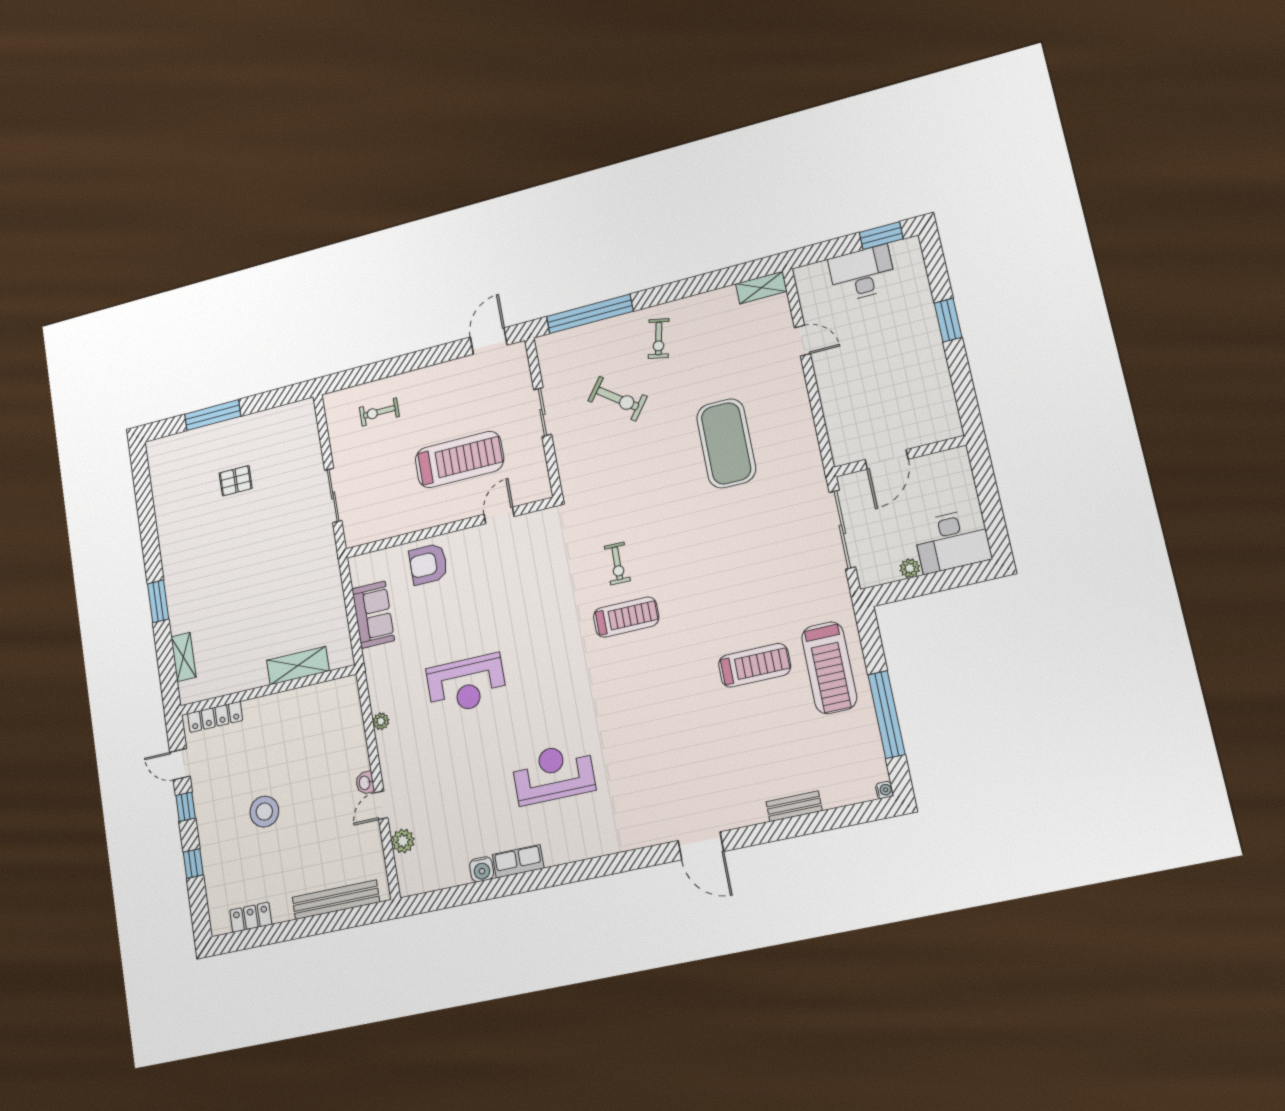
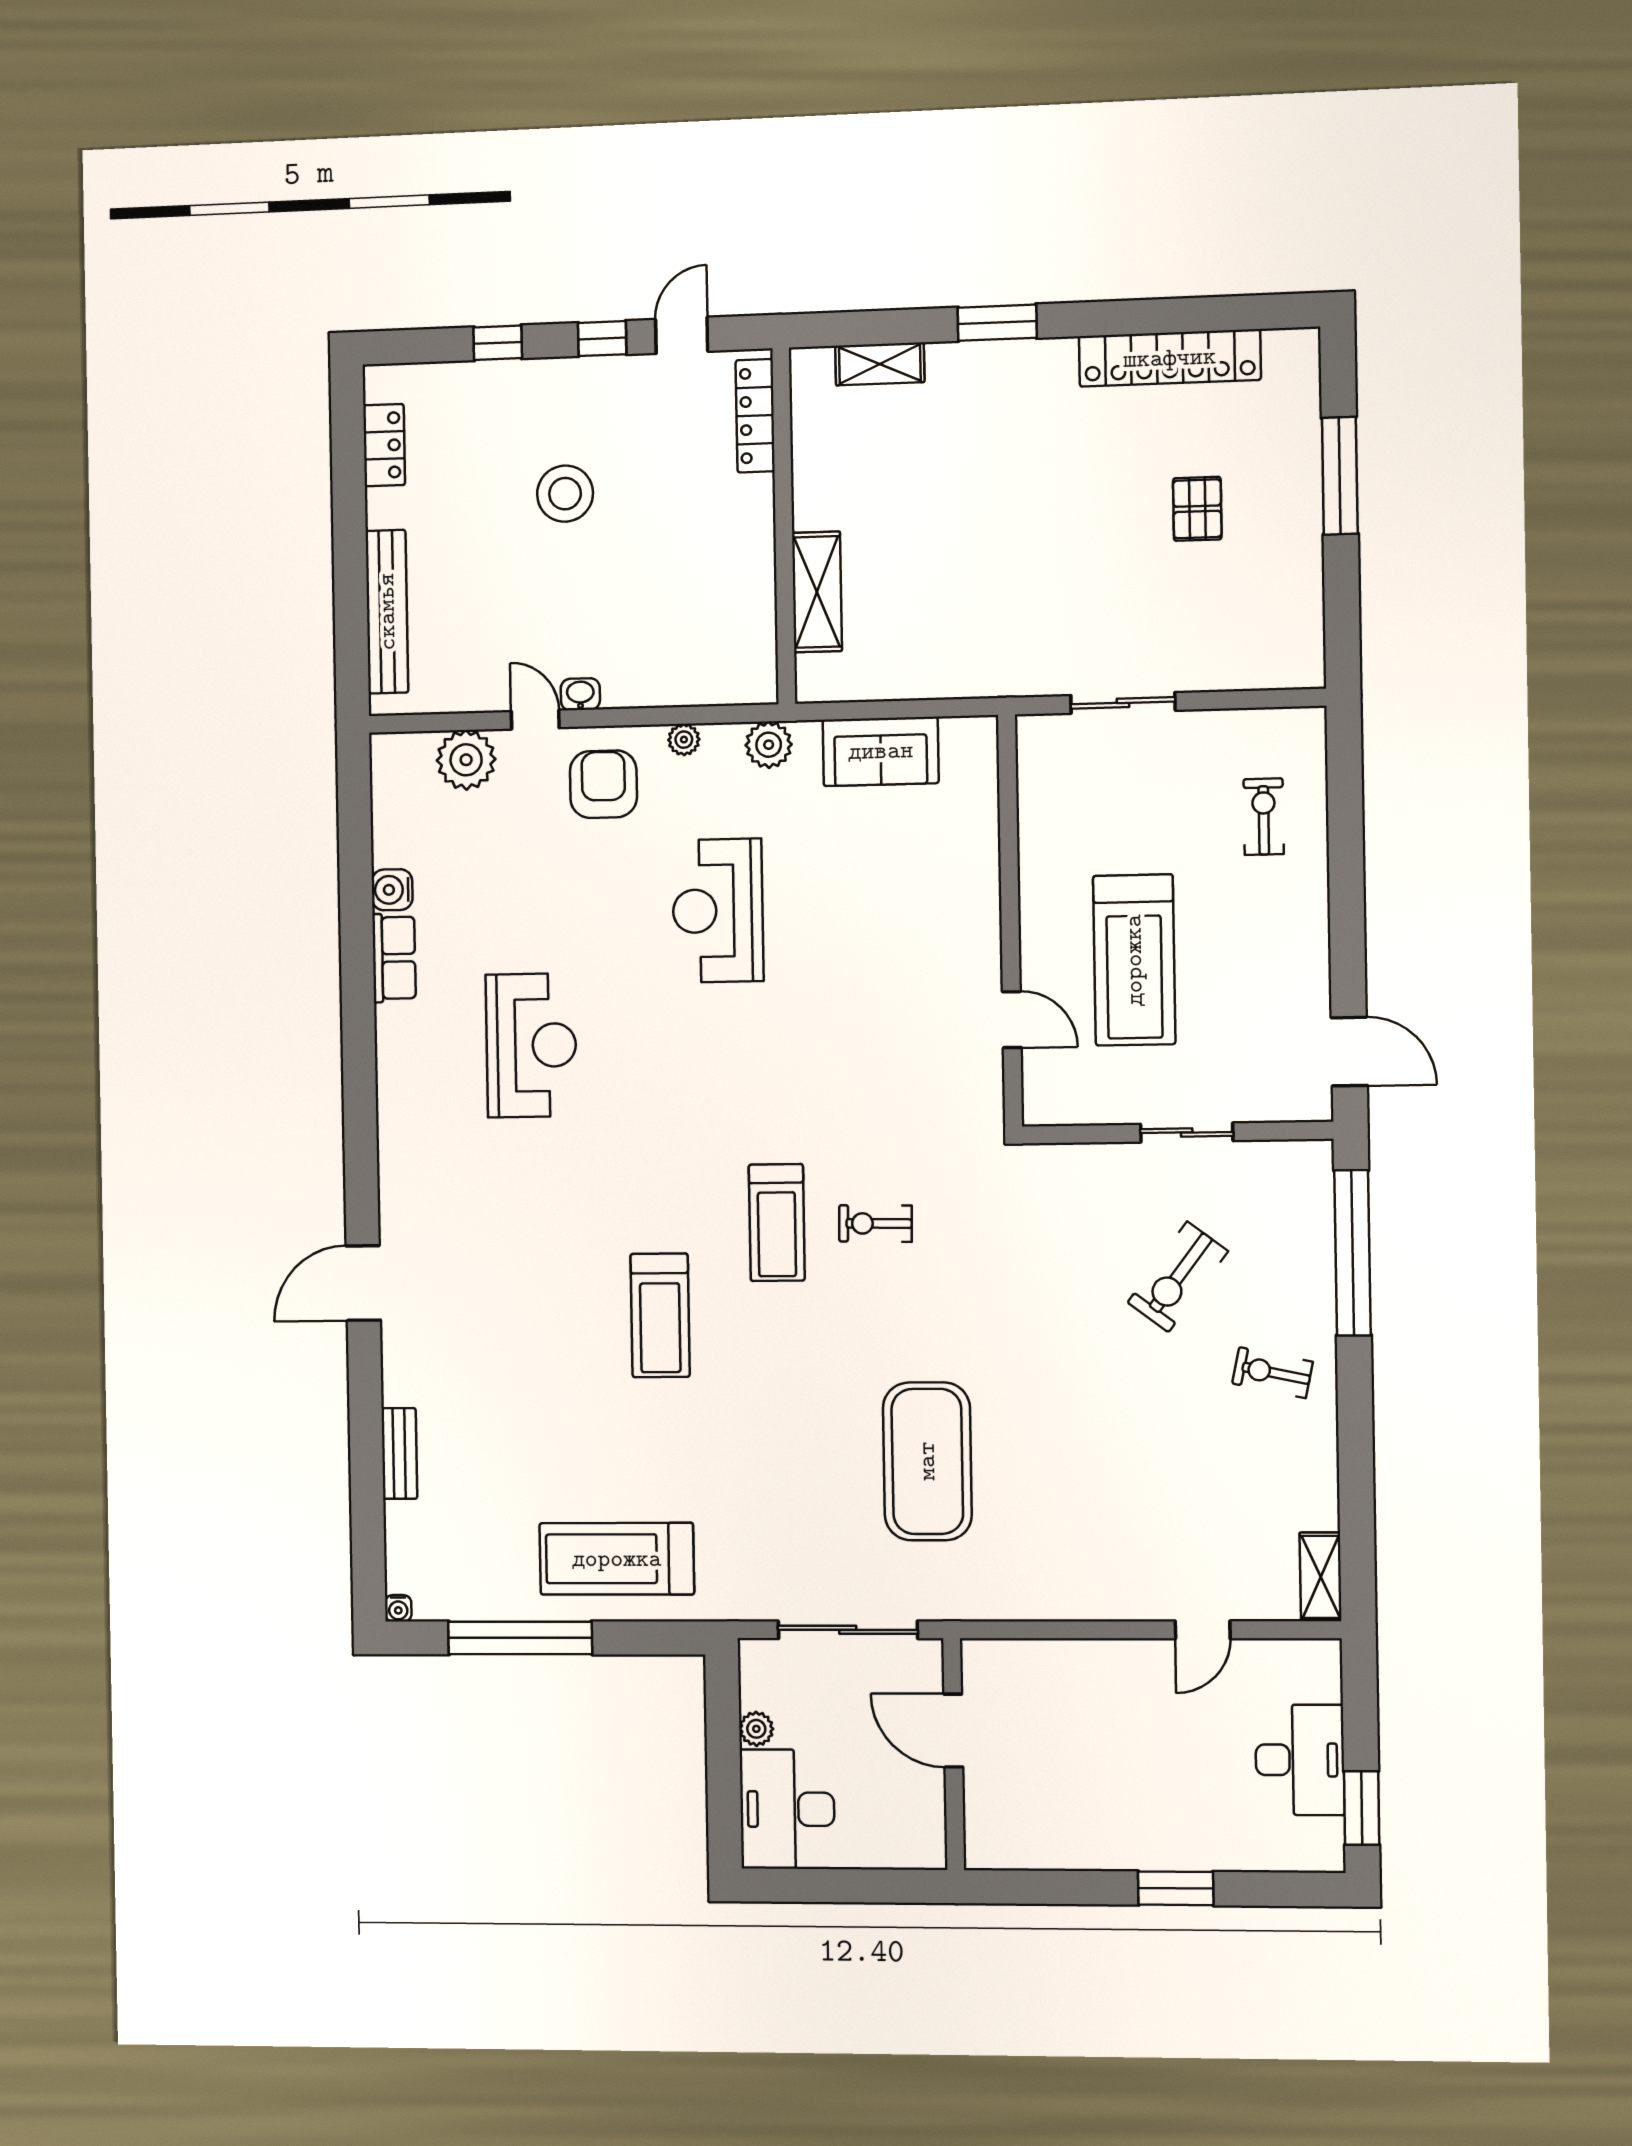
exercise mat: (726, 443) -> (927, 1461), moved, turned 90
locker: (166, 511) -> (1170, 358), added
armchair: (428, 564) -> (603, 784), moved
treadmill: (755, 665) -> (660, 1315), moved
plant: (377, 675) -> (769, 745), added
plant: (403, 841) -> (466, 760), width x1.36, depth x1.36

